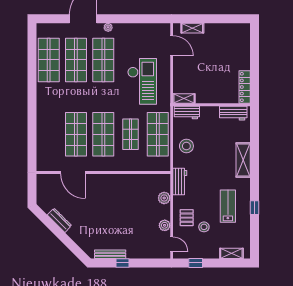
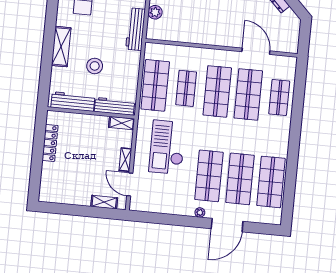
shelving: (177, 67) -> (125, 160), added
locker: (245, 87) -> (50, 143), moved
workbench: (187, 113) -> (114, 106), width x1.38
workbench: (233, 113) -> (73, 102), width x1.37
shop shelf: (49, 134) -> (279, 98), added
stool: (186, 146) -> (95, 66), moved
workbench: (180, 182) -> (136, 29), width x1.37

